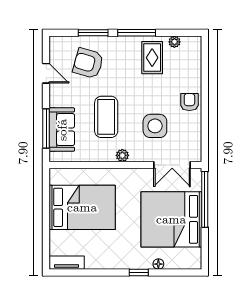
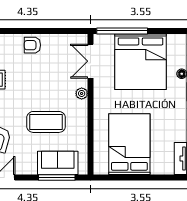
side table: (155, 126) -> (54, 77), removed
plant: (122, 155) -> (82, 93), moved
double door: (172, 165) -> (90, 61), swing flipped

